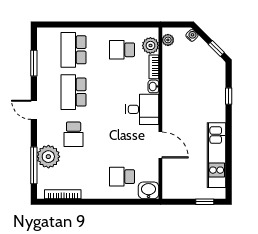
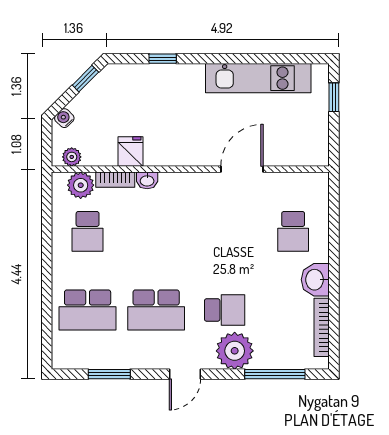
fridge: (171, 76) -> (130, 151), added
desk: (142, 109) -> (184, 199), removed
plant: (48, 157) -> (235, 351), moved
washbasin: (149, 190) -> (315, 280), moved

